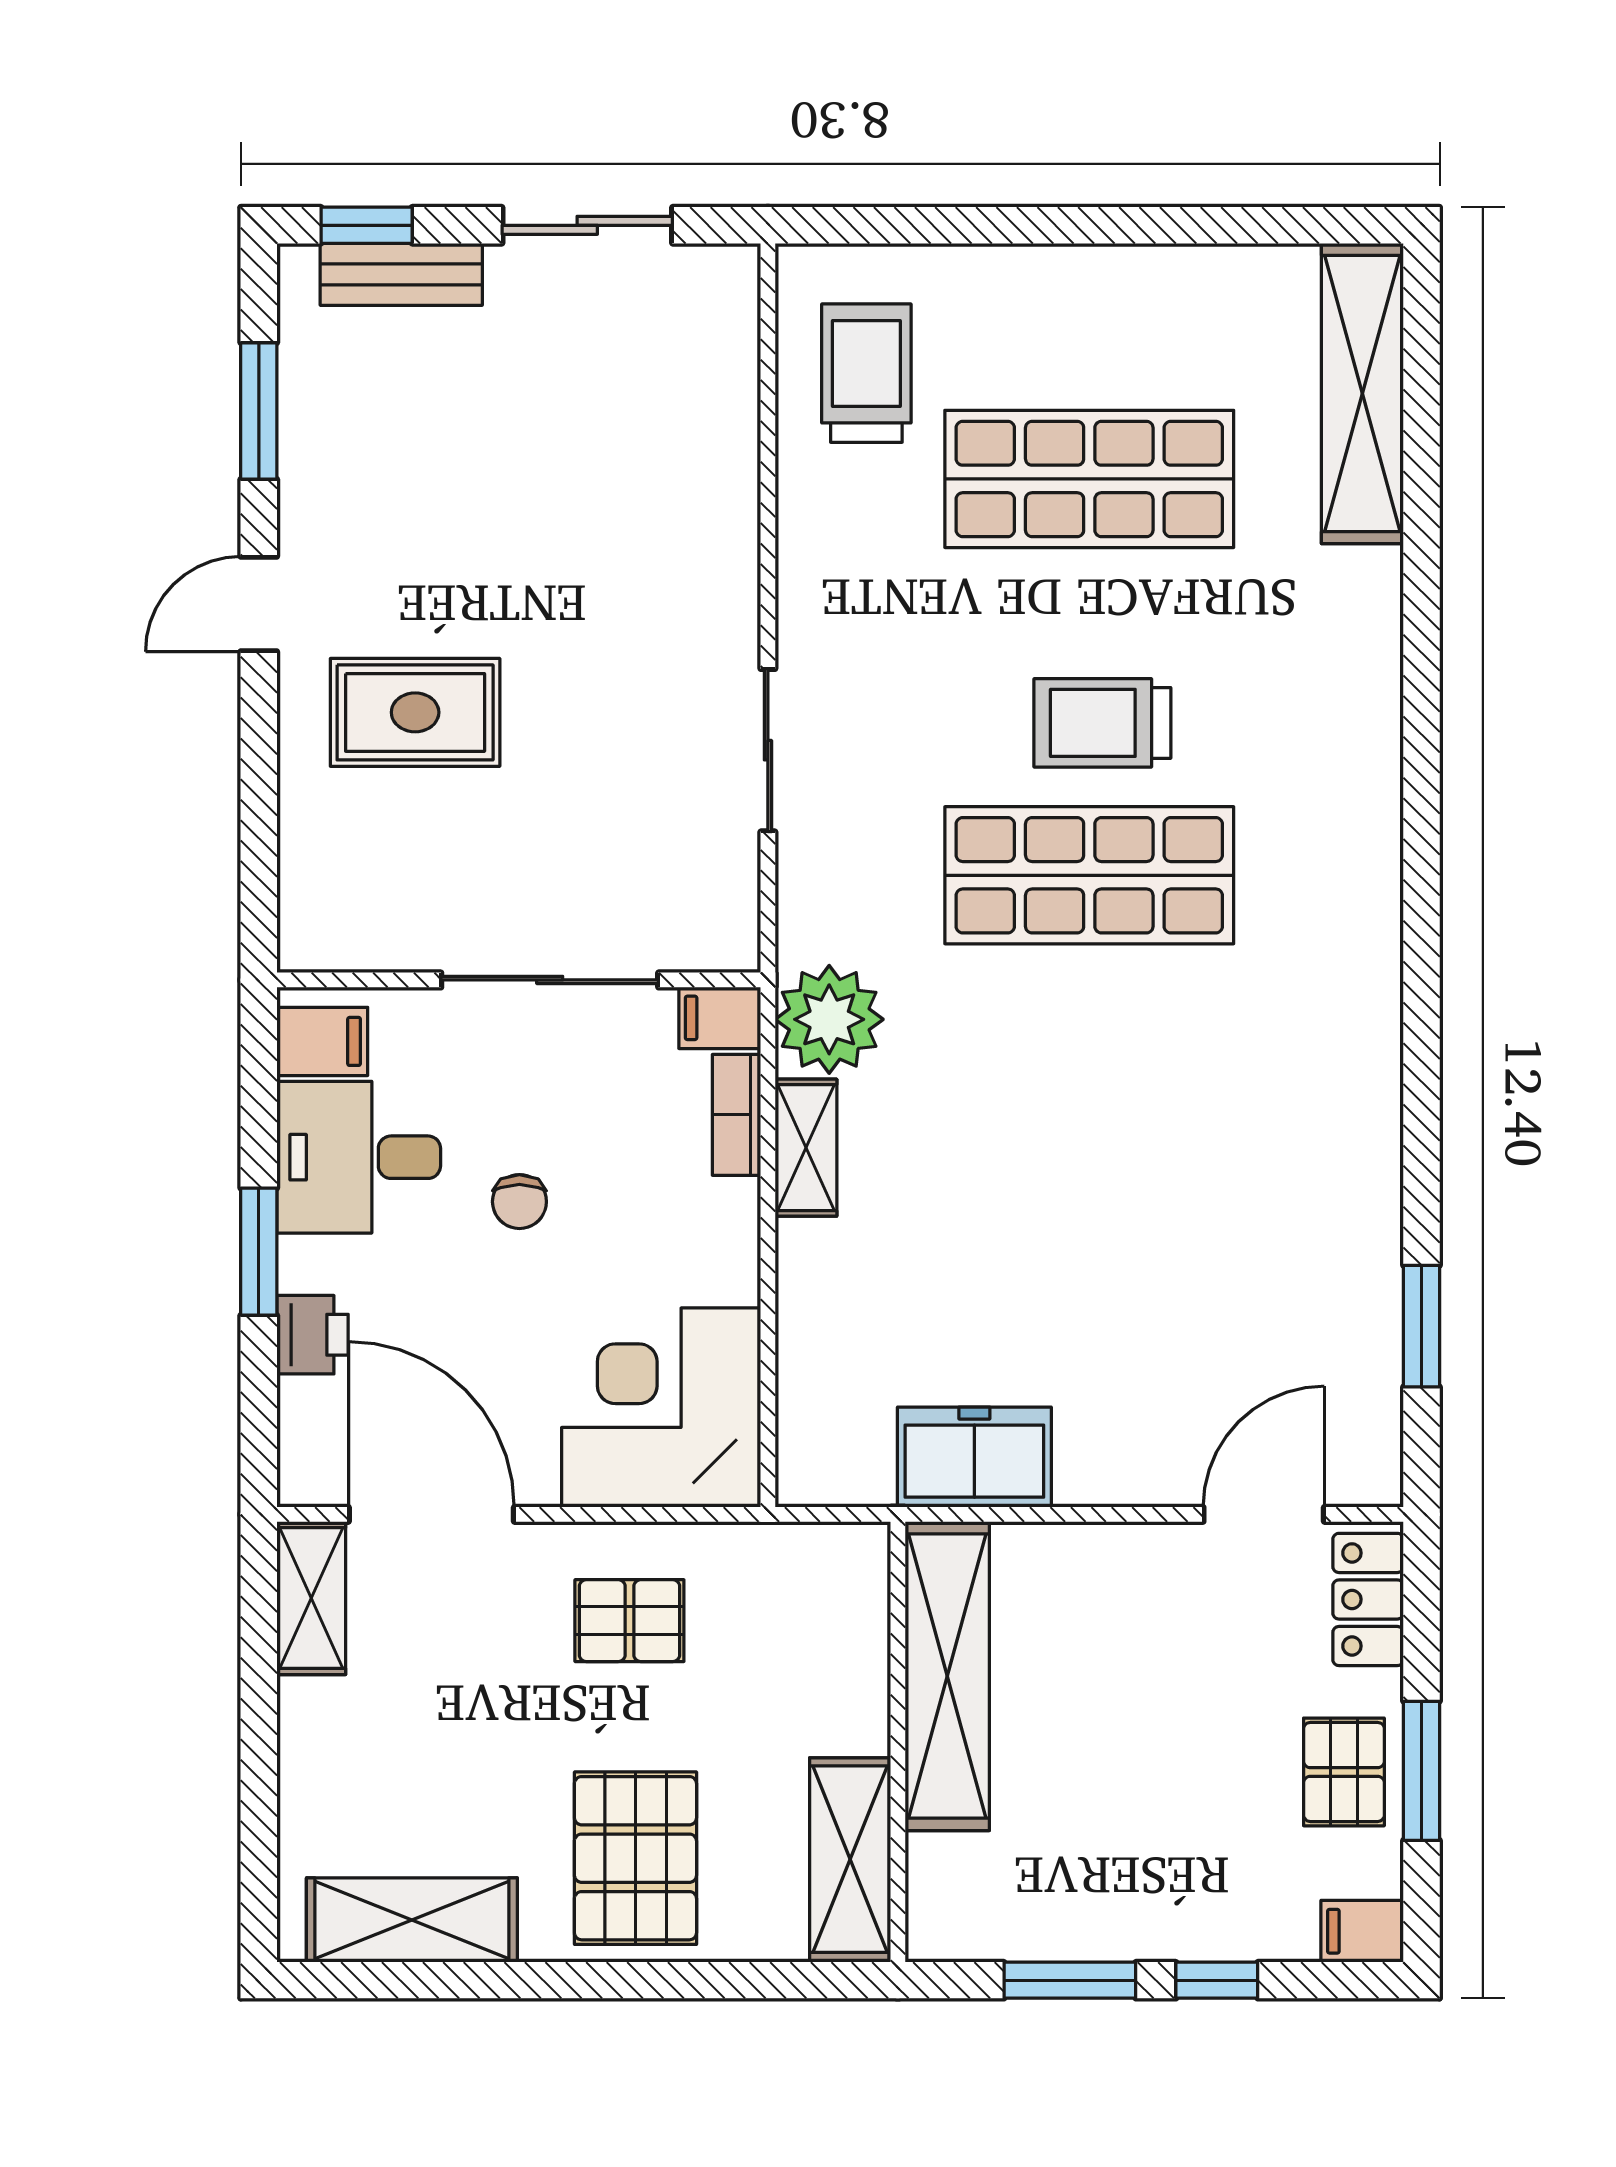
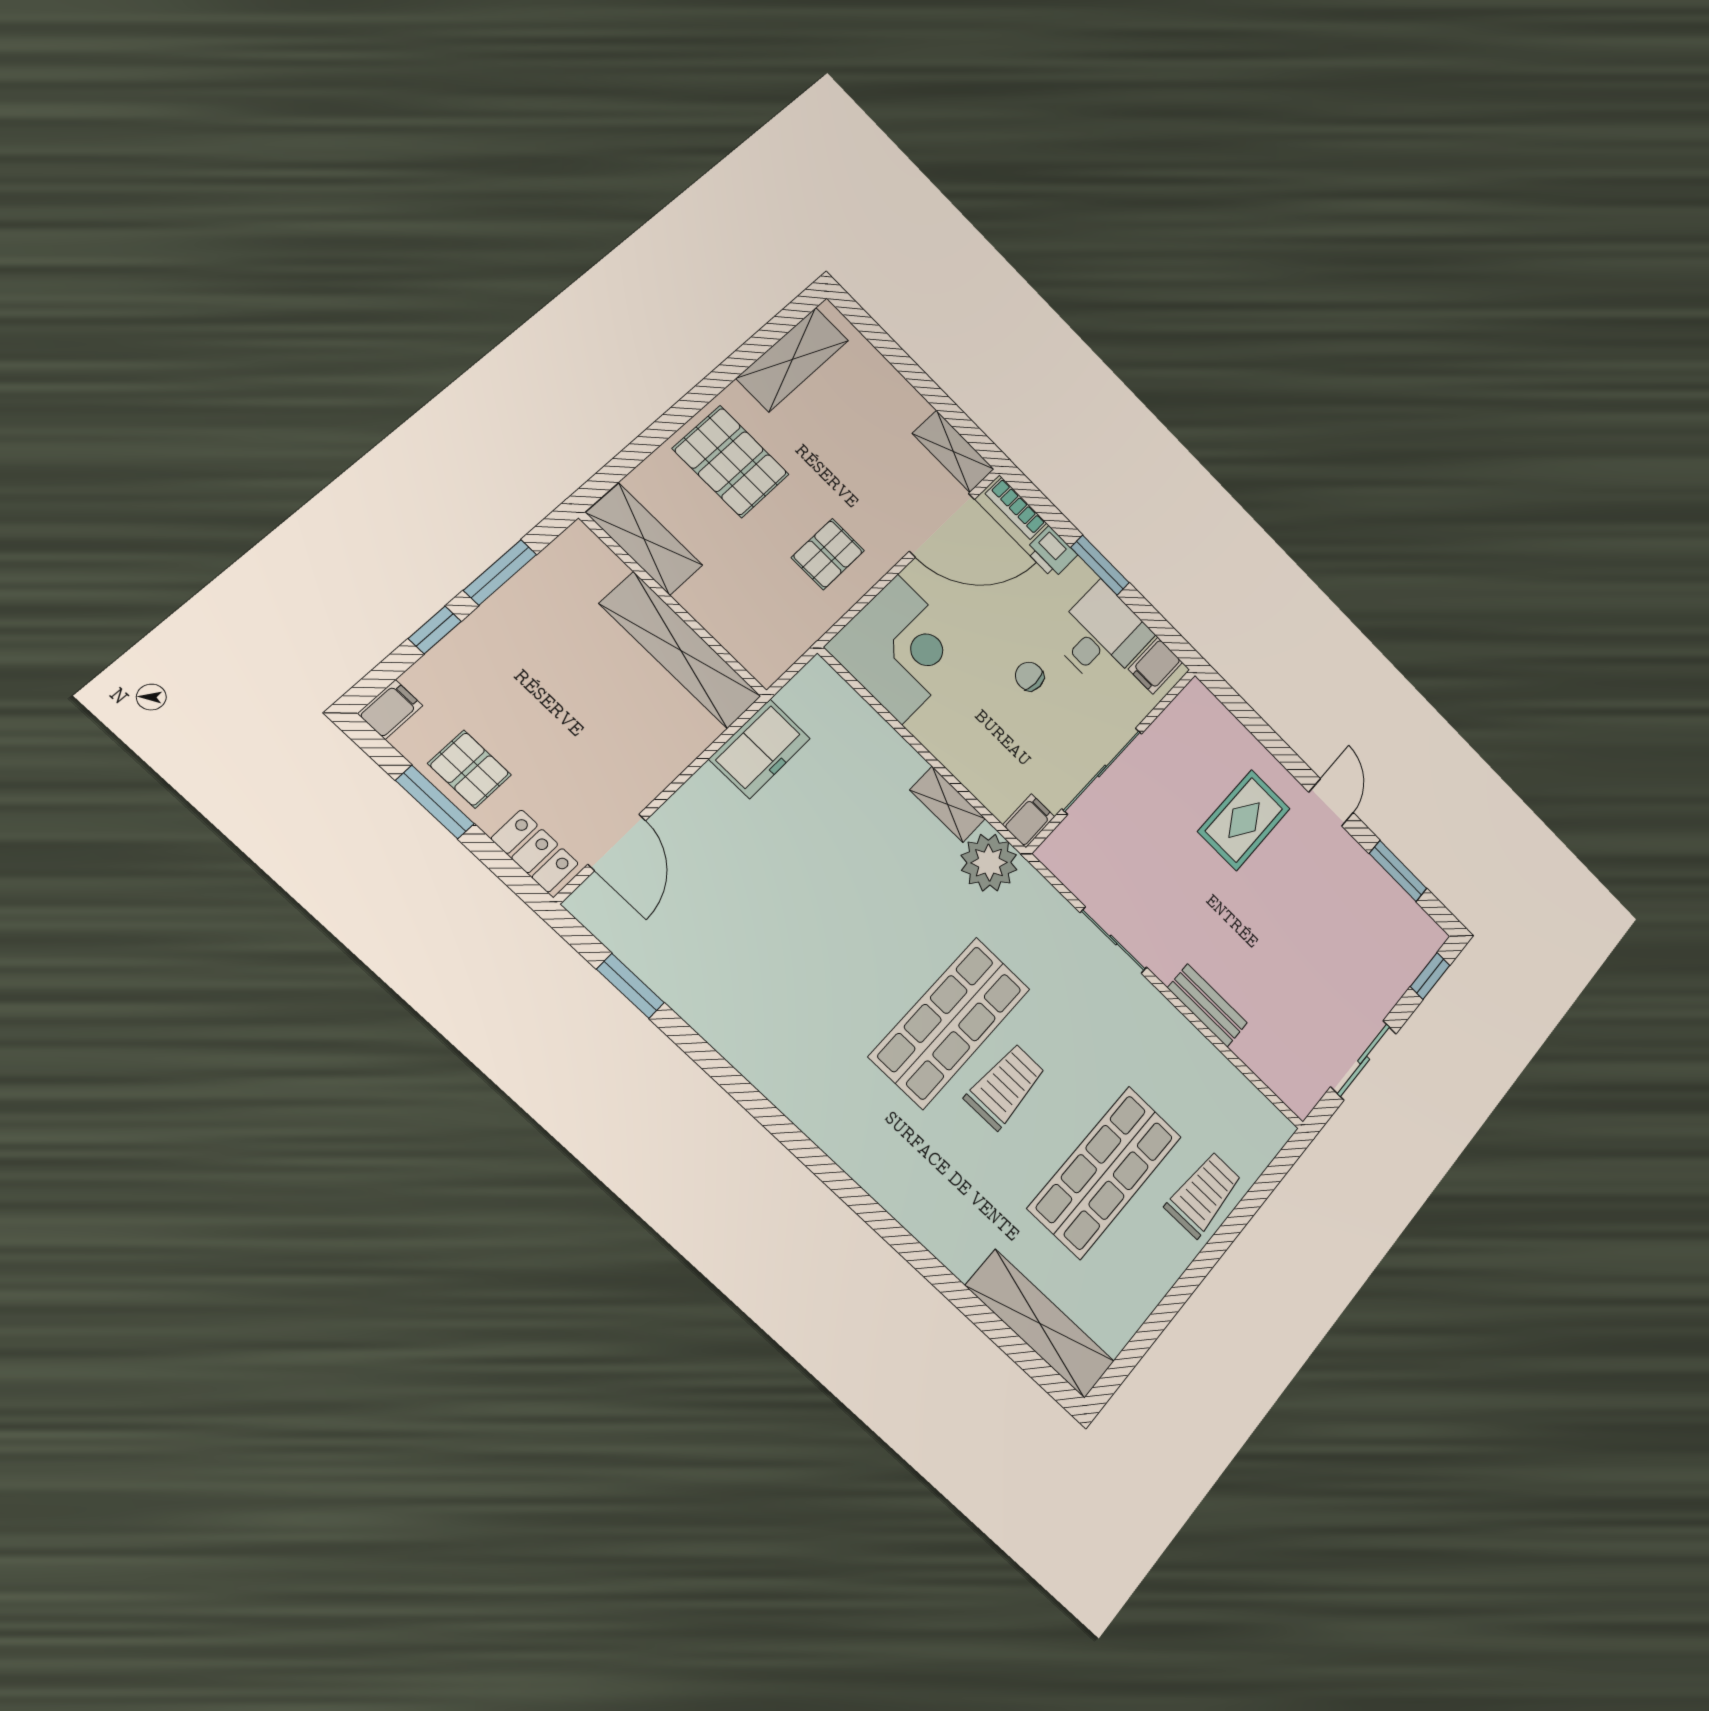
bench: (401, 274) -> (1207, 1005), moved, turned 90
trolley: (866, 373) -> (1204, 1194), moved, turned -90
bookcase: (736, 1115) -> (1016, 508), moved, turned 180

